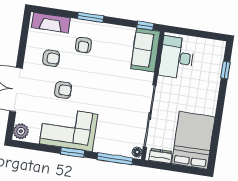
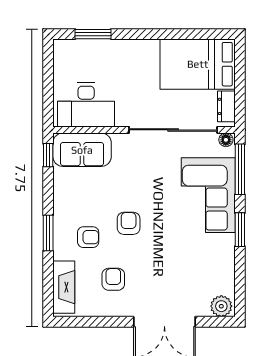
window: (225, 70) -> (93, 34), width x1.50
armchair: (63, 90) -> (129, 223), moved
corner sofa: (69, 129) -> (208, 195), moved

